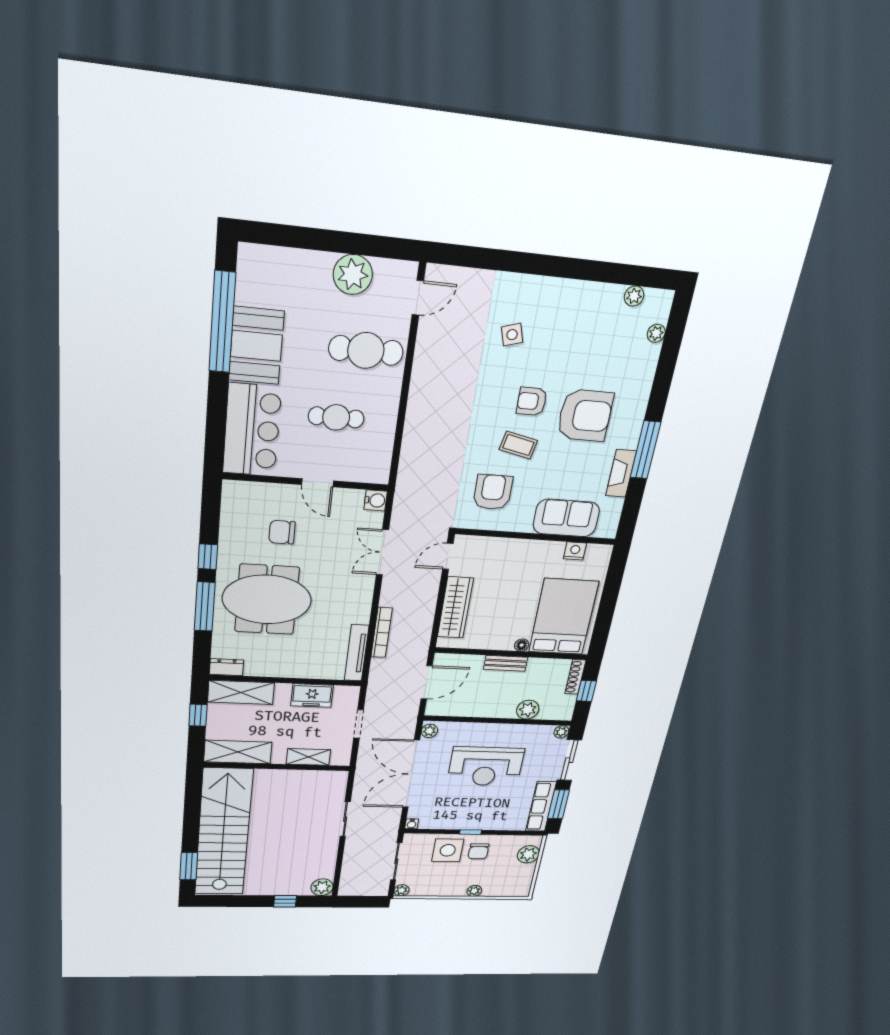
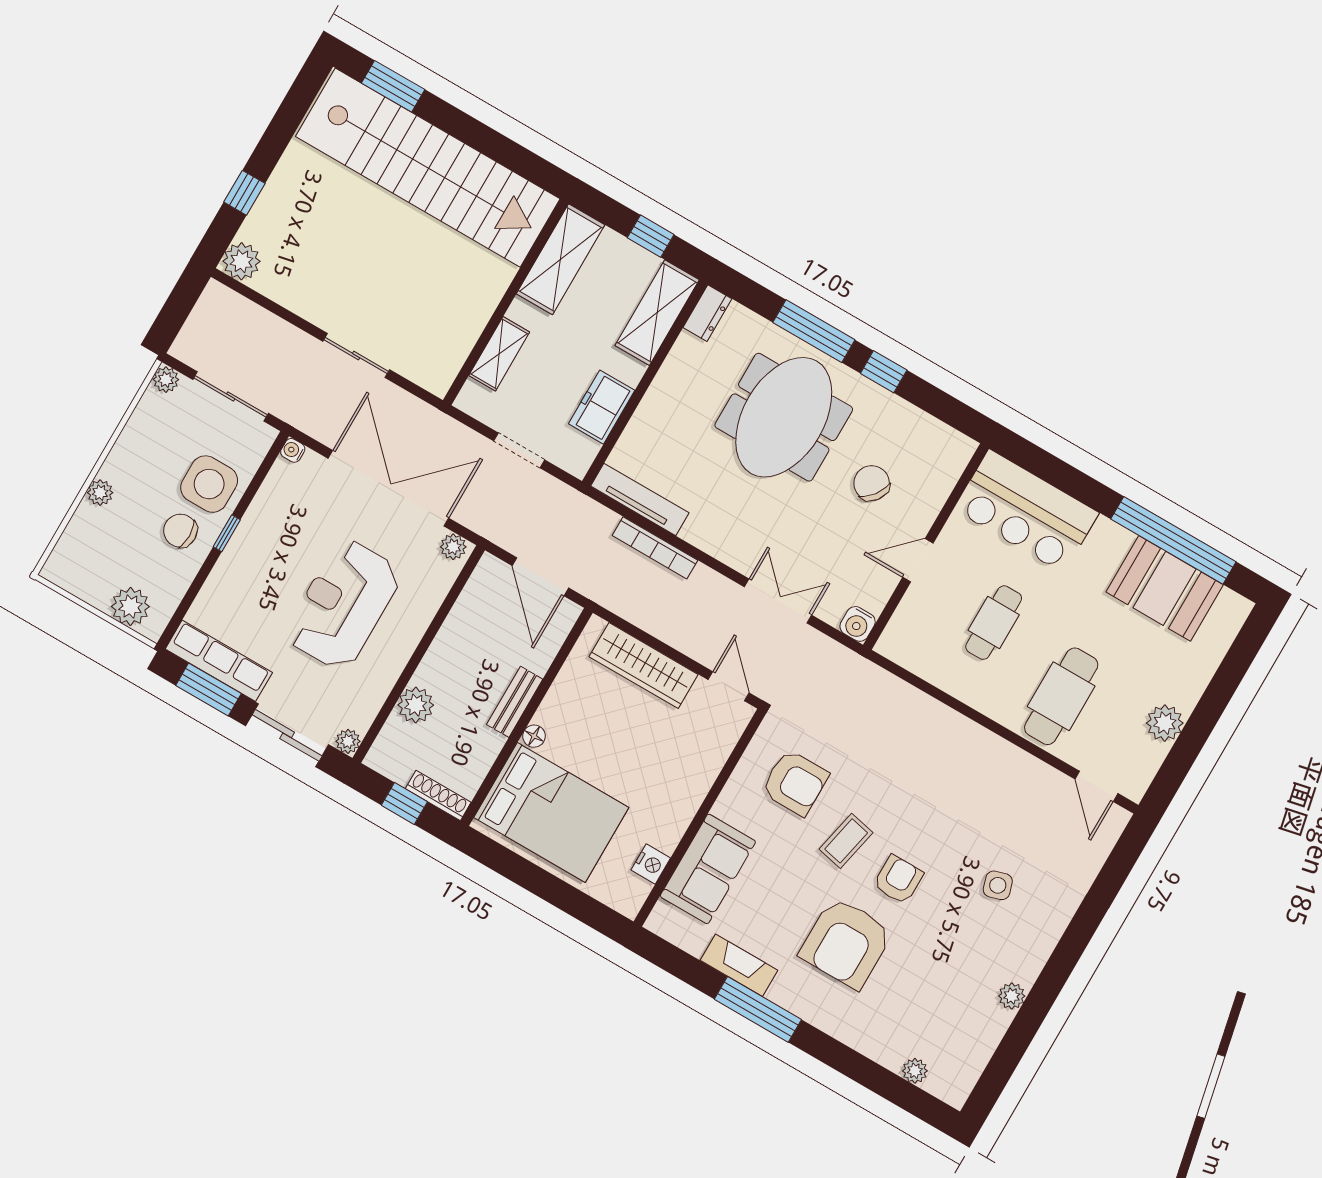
plant: (353, 275) -> (1165, 723), width x0.73, depth x0.73
plant: (634, 296) -> (1012, 996), moved
booth: (256, 346) -> (1165, 588), moved
chair: (282, 532) -> (872, 483), turned -53

